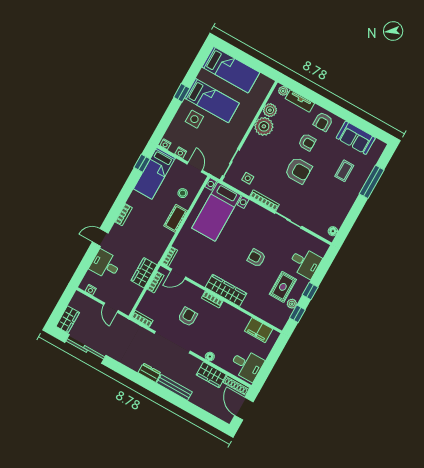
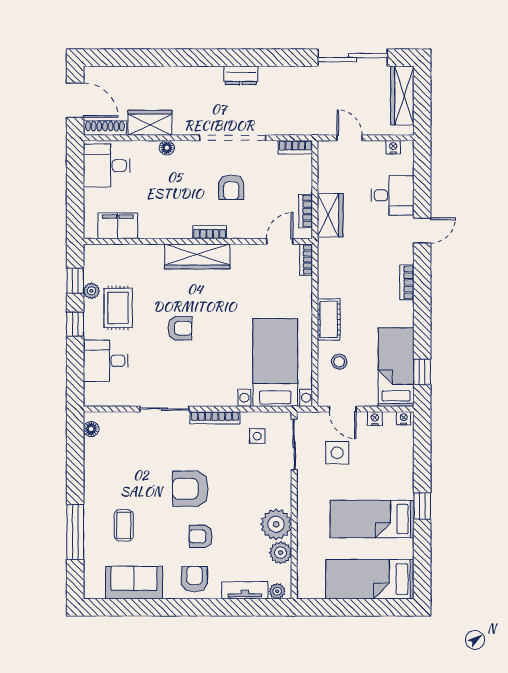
side table: (194, 119) -> (337, 453), moved
wardrobe: (68, 319) -> (402, 95), width x1.50
bench: (174, 388) -> (193, 74), removed

